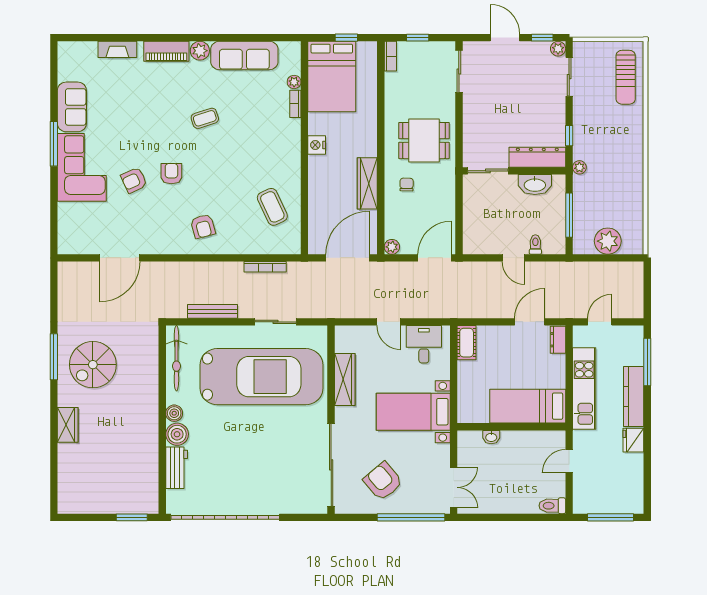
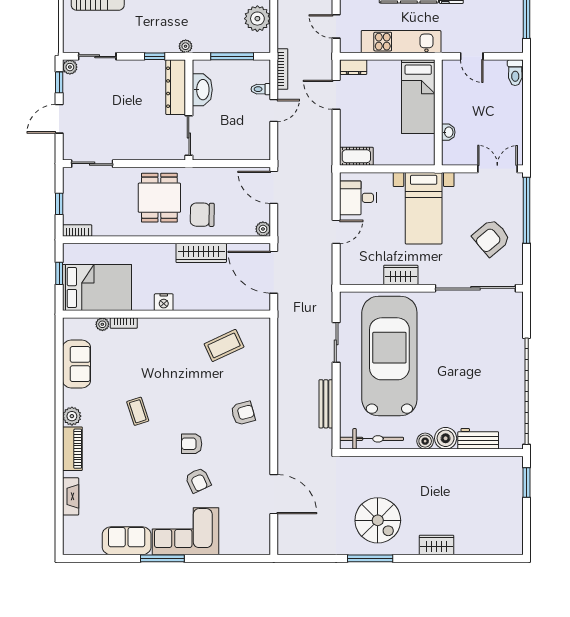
sofa: (244, 55) -> (77, 364), width x0.73
chair: (407, 184) -> (202, 215), width x1.87, depth x1.87
bookcase: (265, 267) -> (282, 69), moved
wardrobe: (345, 380) -> (401, 275), width x0.67

